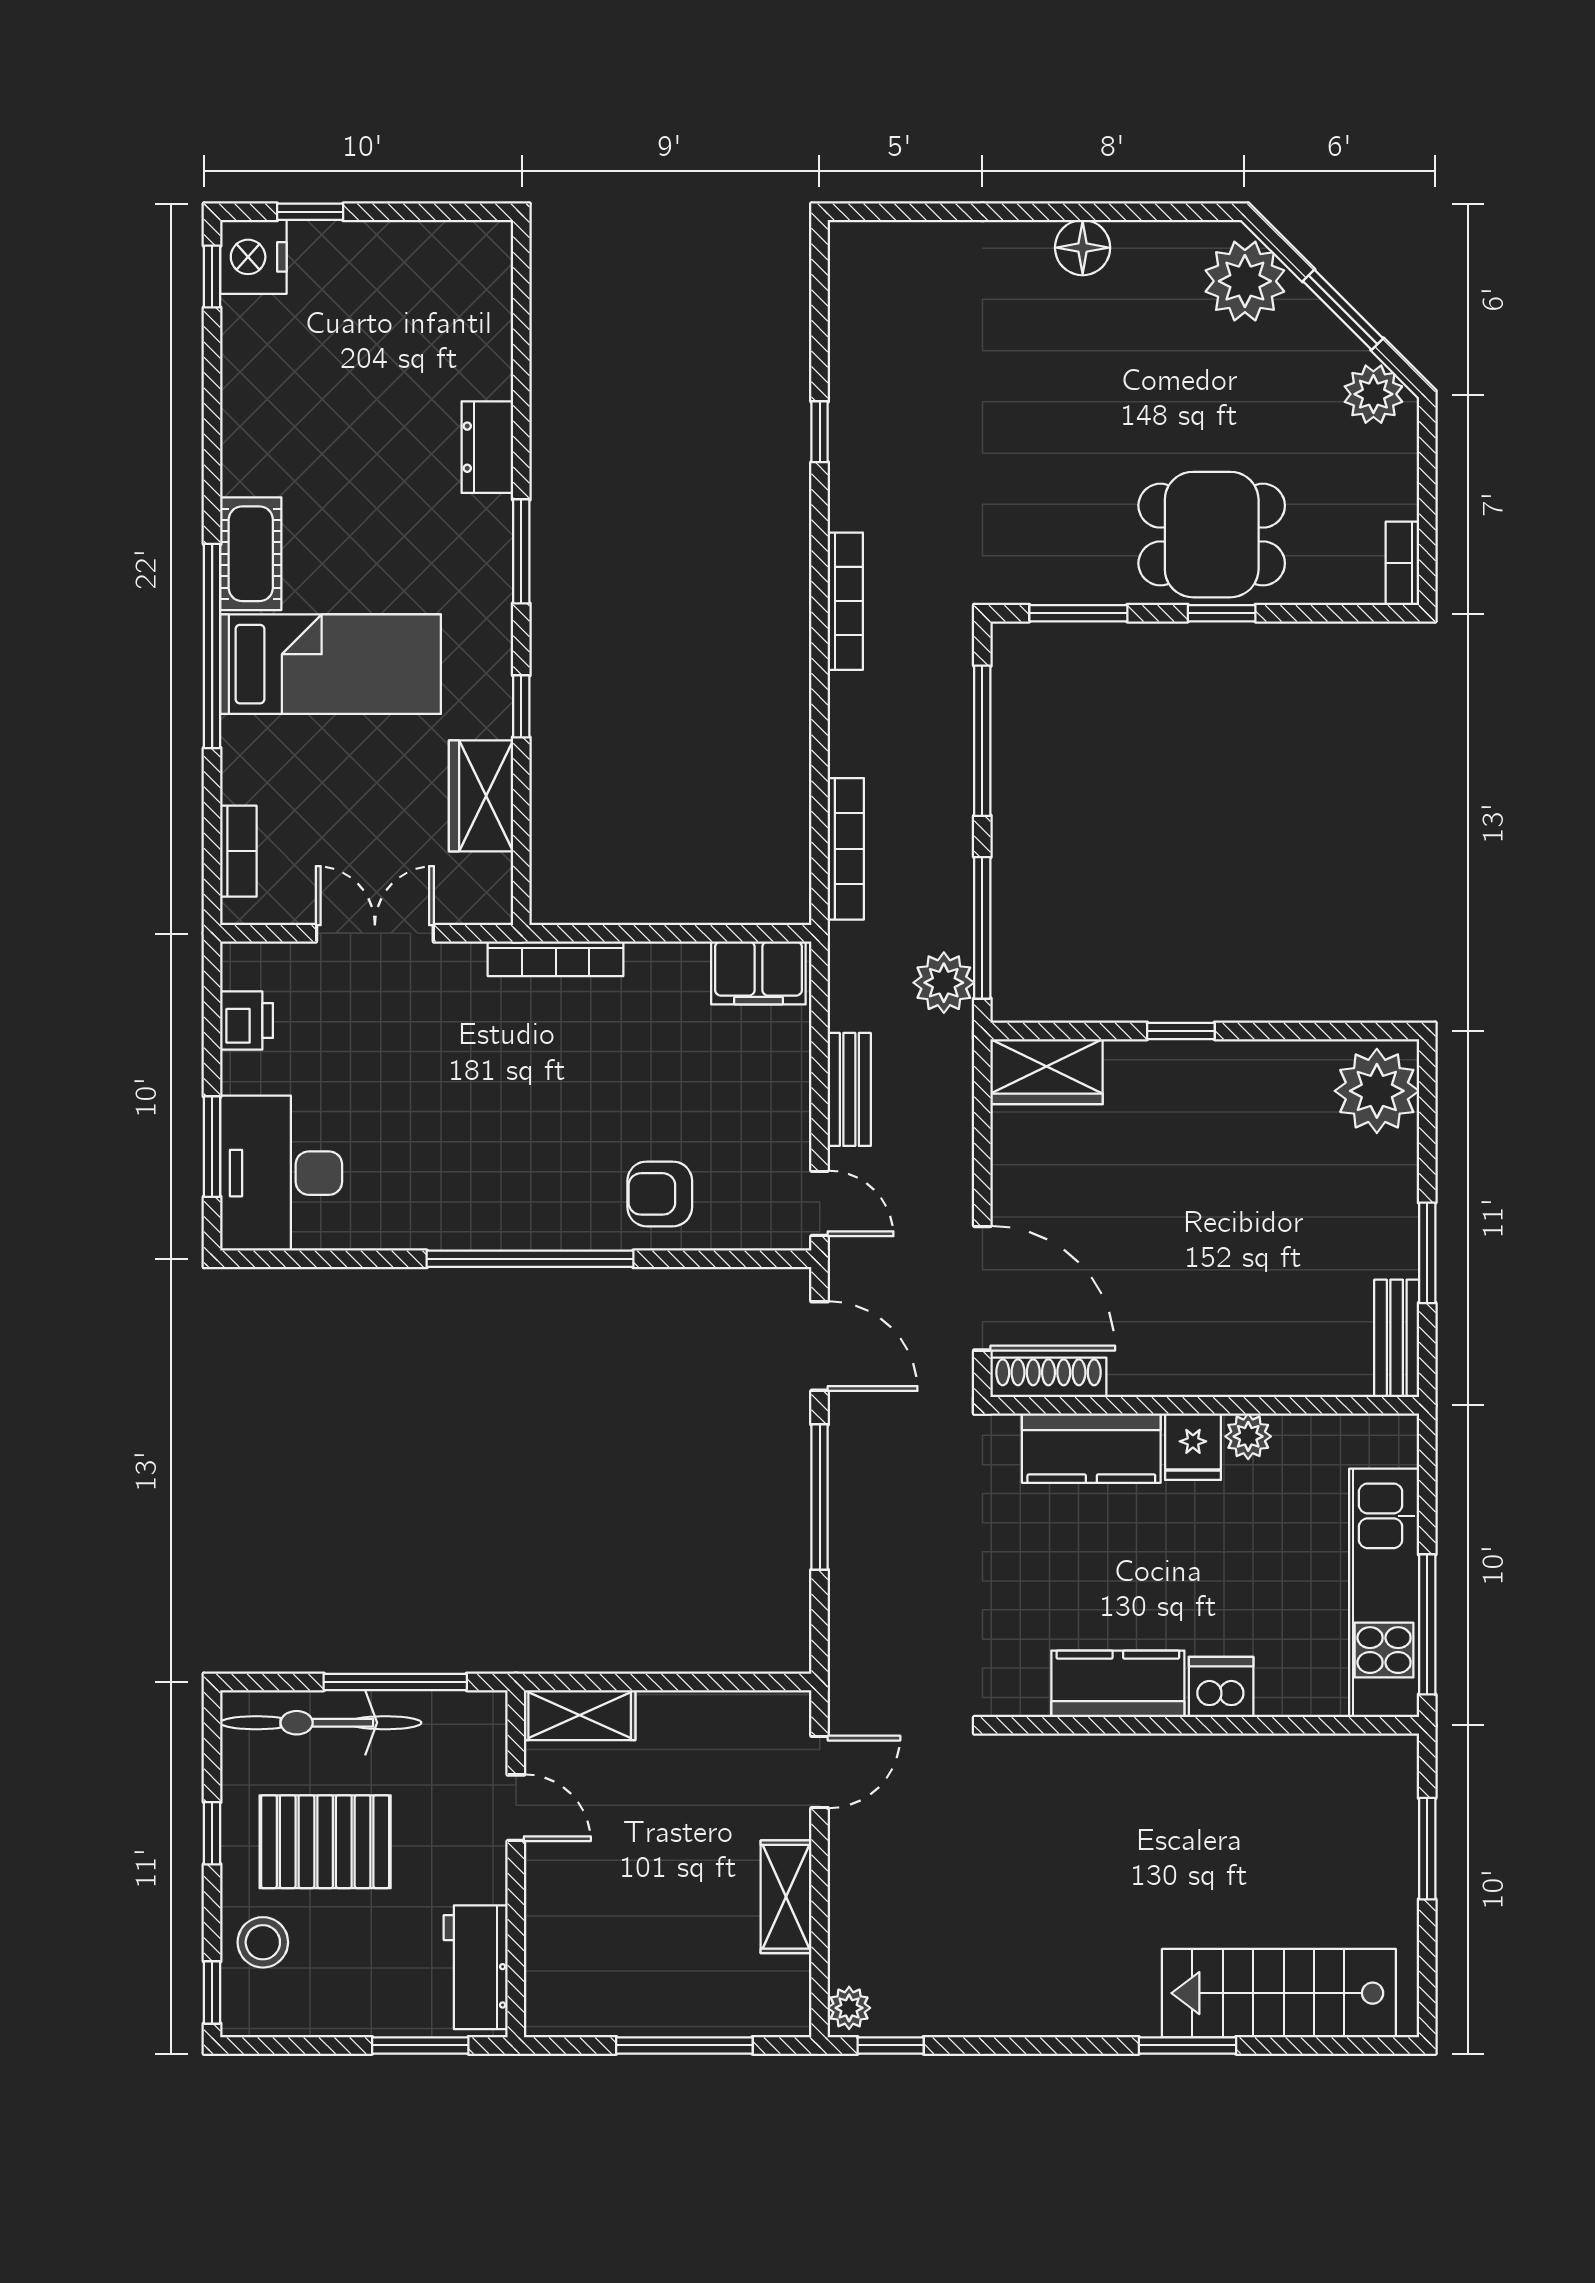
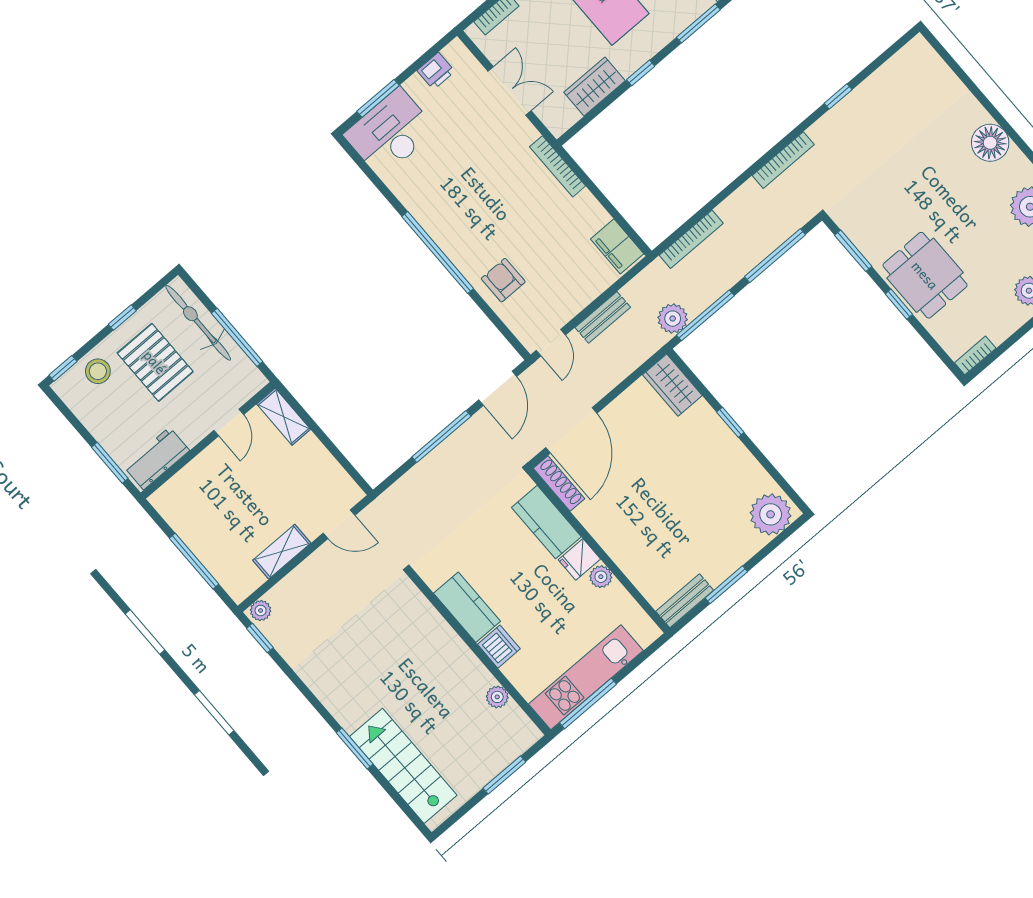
floor lamp: (1083, 248) -> (990, 143), width x1.38, depth x1.38
plant: (1297, 1756) -> (497, 697), added

